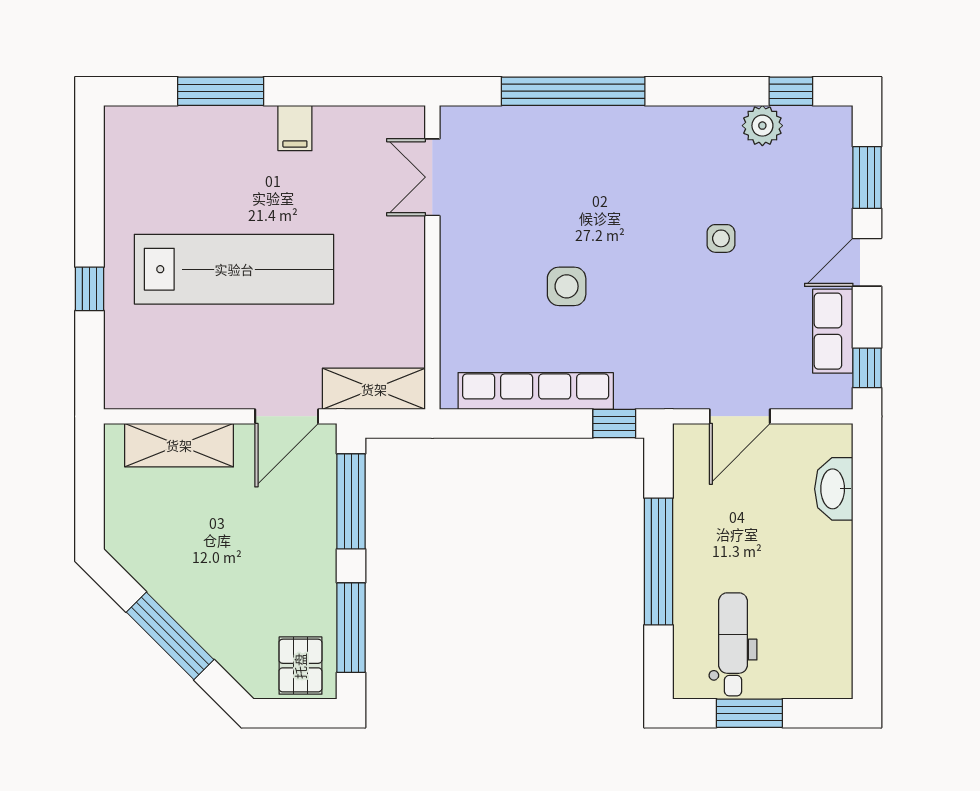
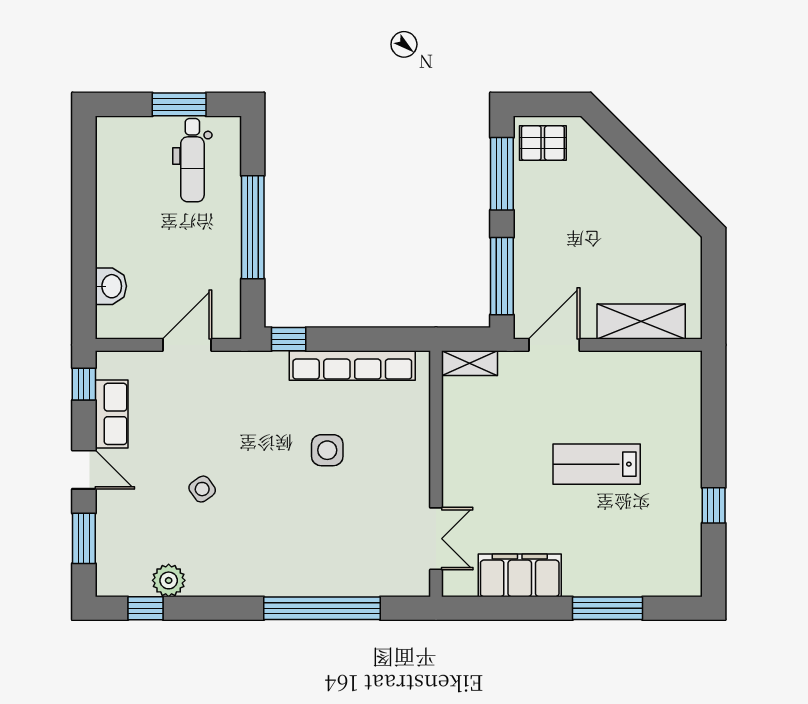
filing cabinet: (295, 128) -> (520, 575), width x3.00, depth x1.17
side table: (721, 238) -> (202, 489), turned -35
door: (867, 262) -> (84, 470), hinge flipped
lab bench: (234, 269) -> (597, 464), width x0.54, depth x0.72
window: (90, 289) -> (714, 505), moved
shelving: (374, 389) -> (469, 363), width x0.67, depth x0.75
washbasin: (834, 489) -> (111, 286), width x0.72
window: (170, 636) -> (648, 167), removed
pallet: (300, 666) -> (543, 143), turned 90

